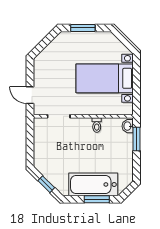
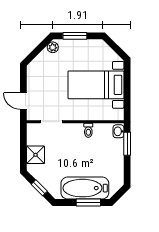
plant: (60, 40) -> (53, 47), added
shower: (42, 150) -> (36, 155), added

